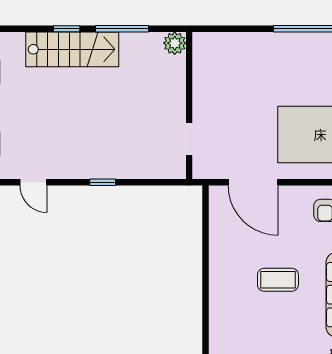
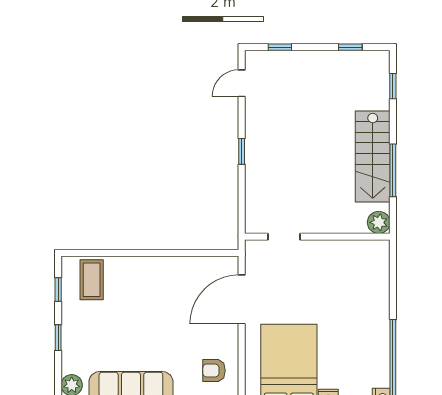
window: (67, 29) -> (393, 86), moved
stairs: (72, 49) -> (373, 156), moved
coffee table: (278, 280) -> (92, 280), moved

